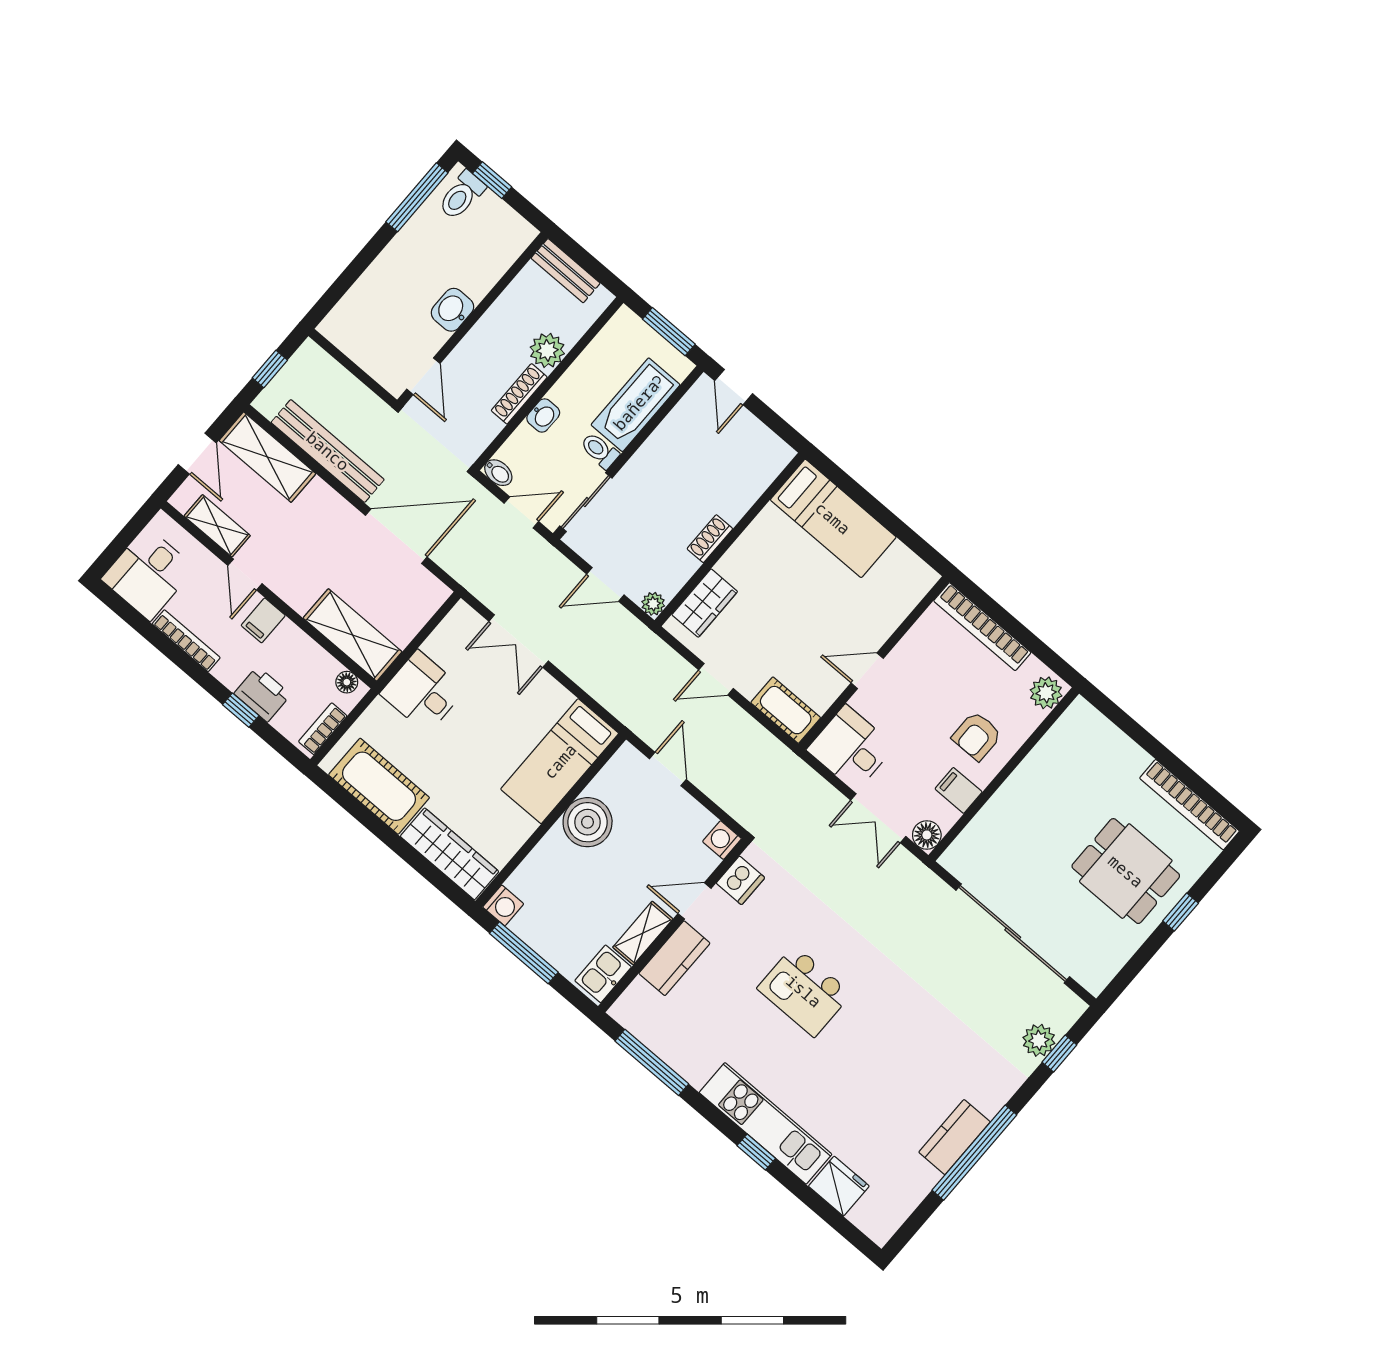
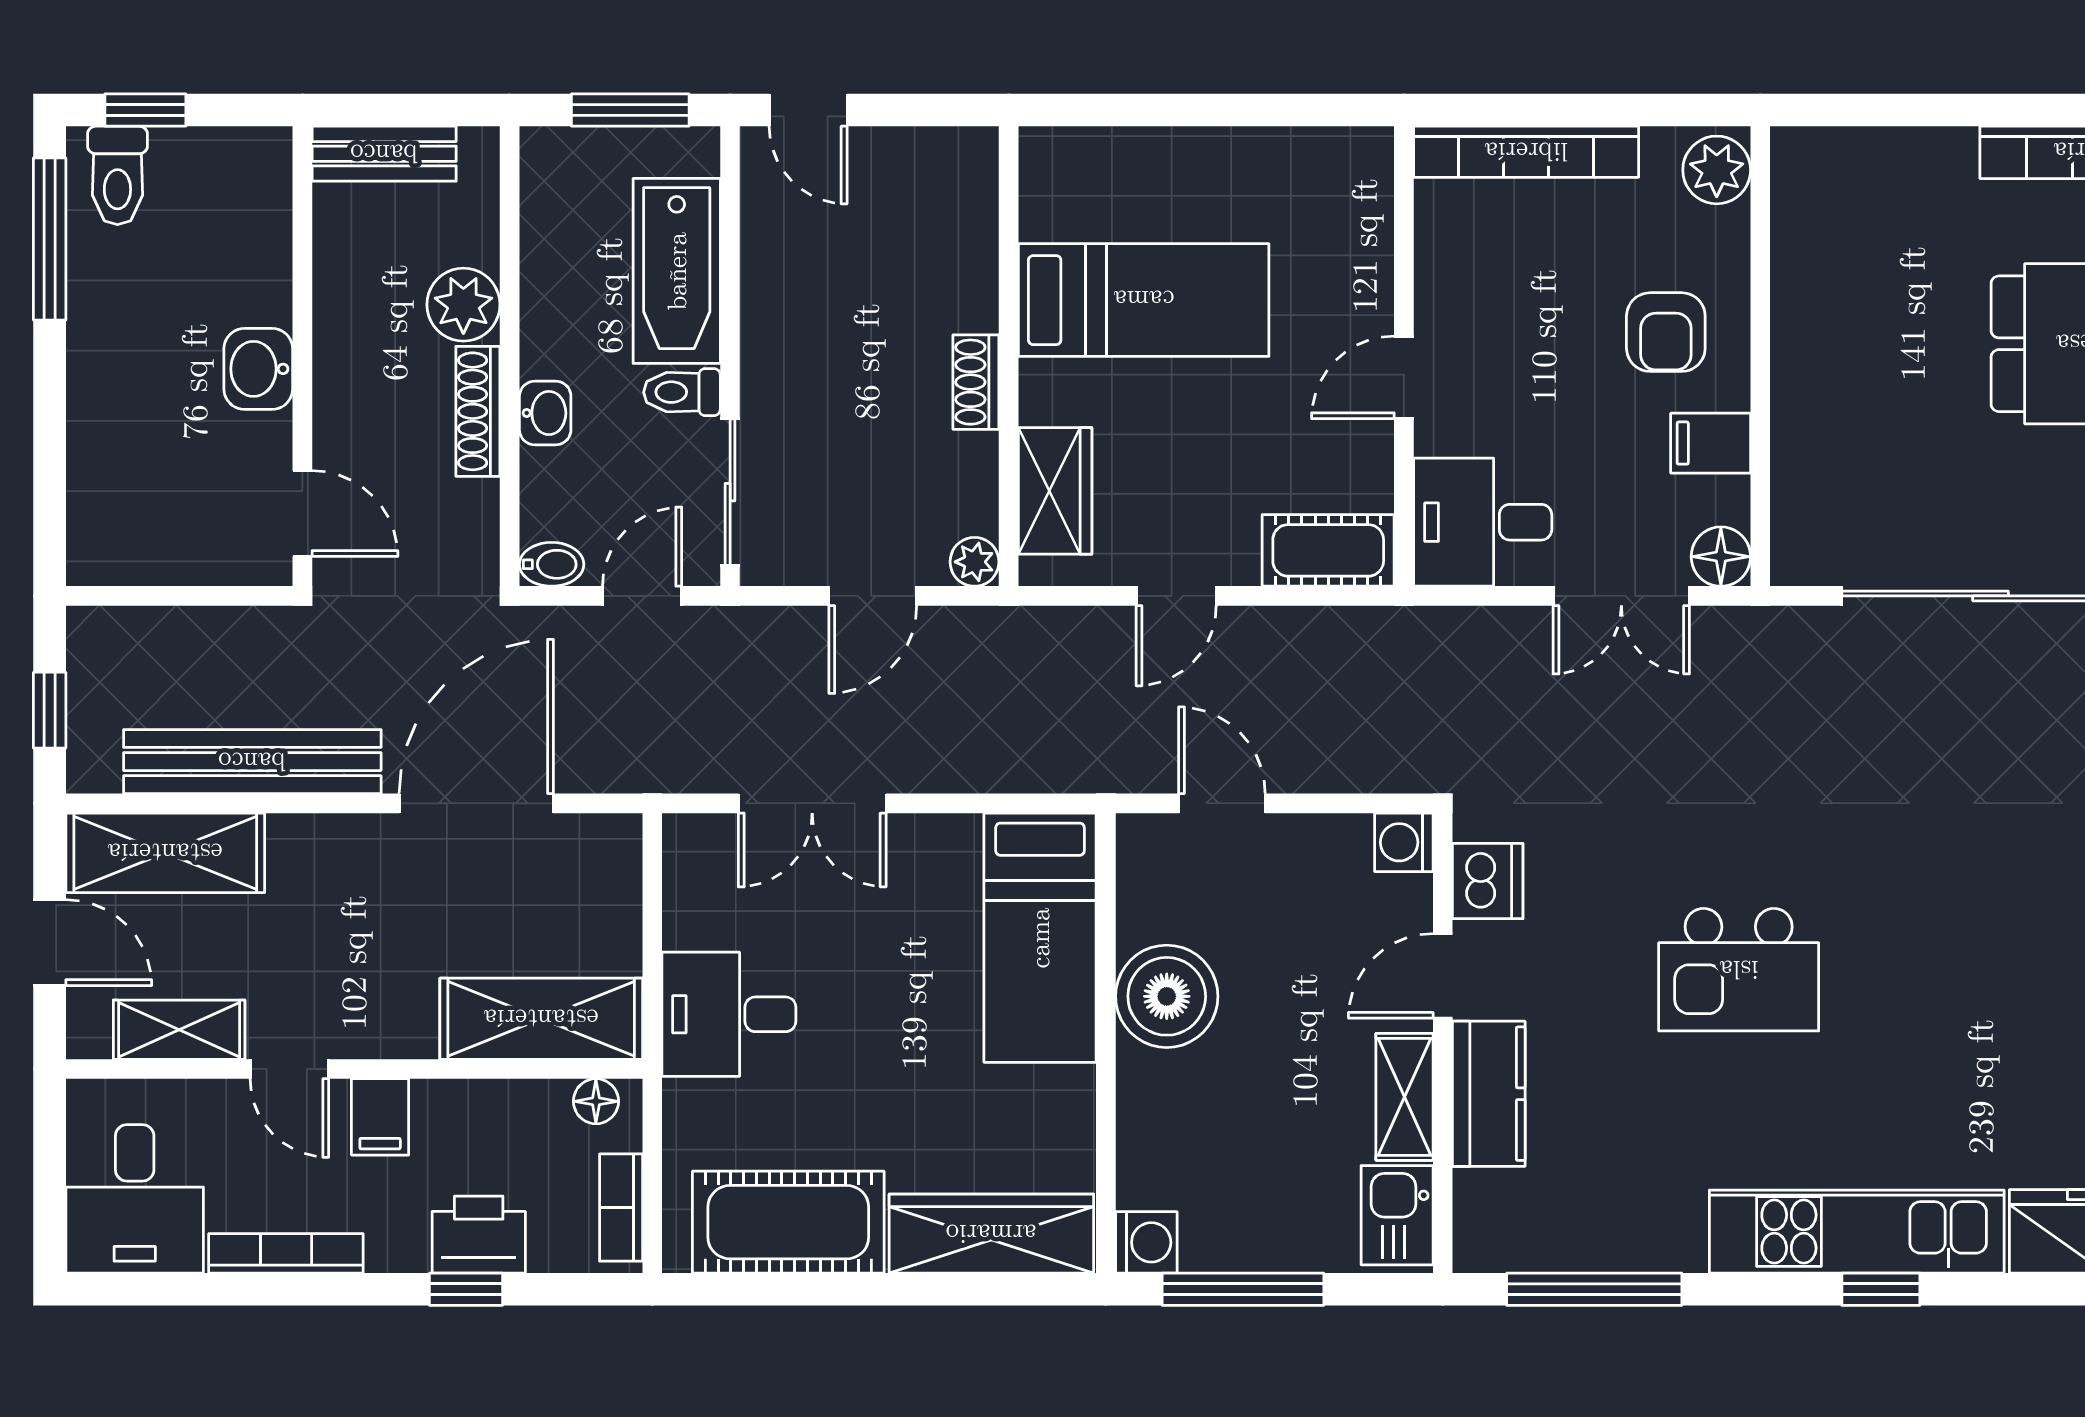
bed: (833, 518) -> (1144, 300), moved

